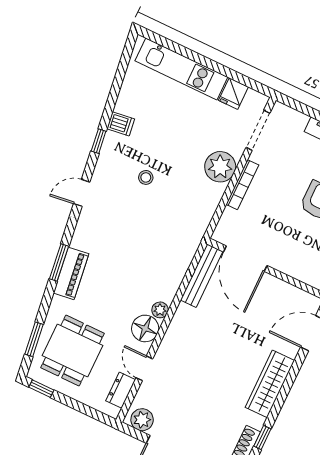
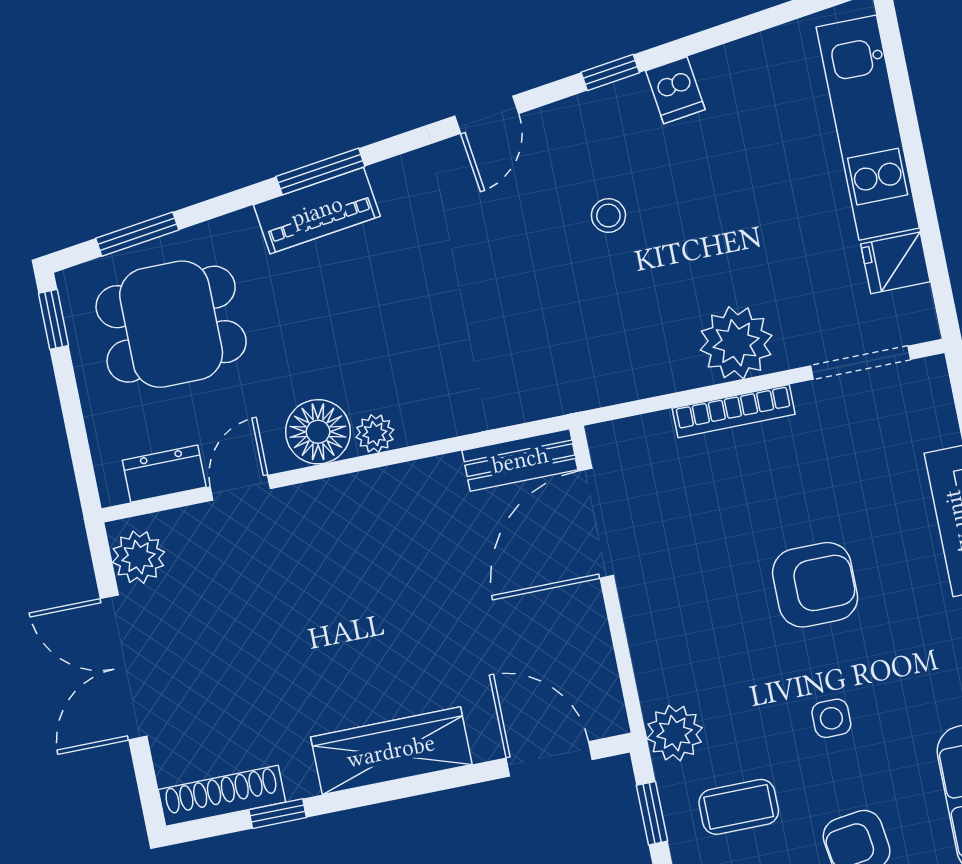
door: (82, 193) -> (487, 115), swing flipped
bench: (202, 276) -> (520, 460), width x0.73

